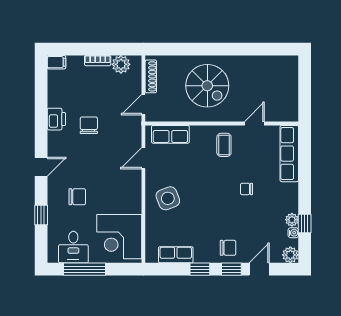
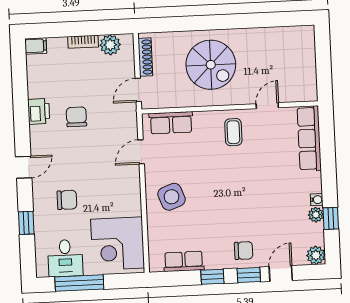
chair: (246, 189) -> (262, 182), removed
water cooler: (293, 233) -> (317, 200), moved

